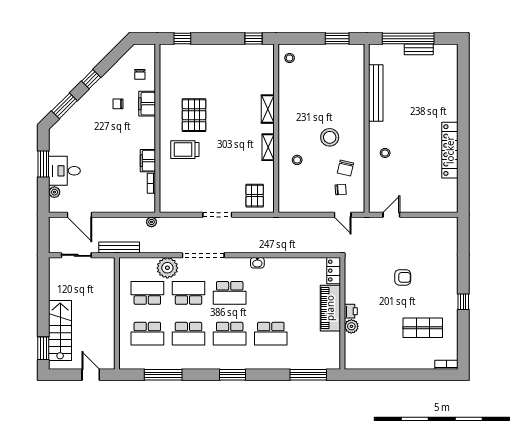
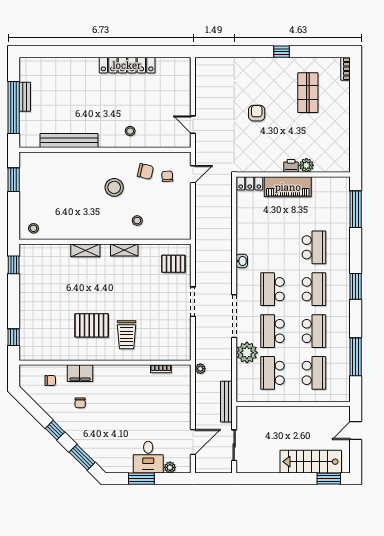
filing cabinet: (148, 161) -> (138, 372), removed
school desk: (230, 293) -> (272, 289), turned 180

